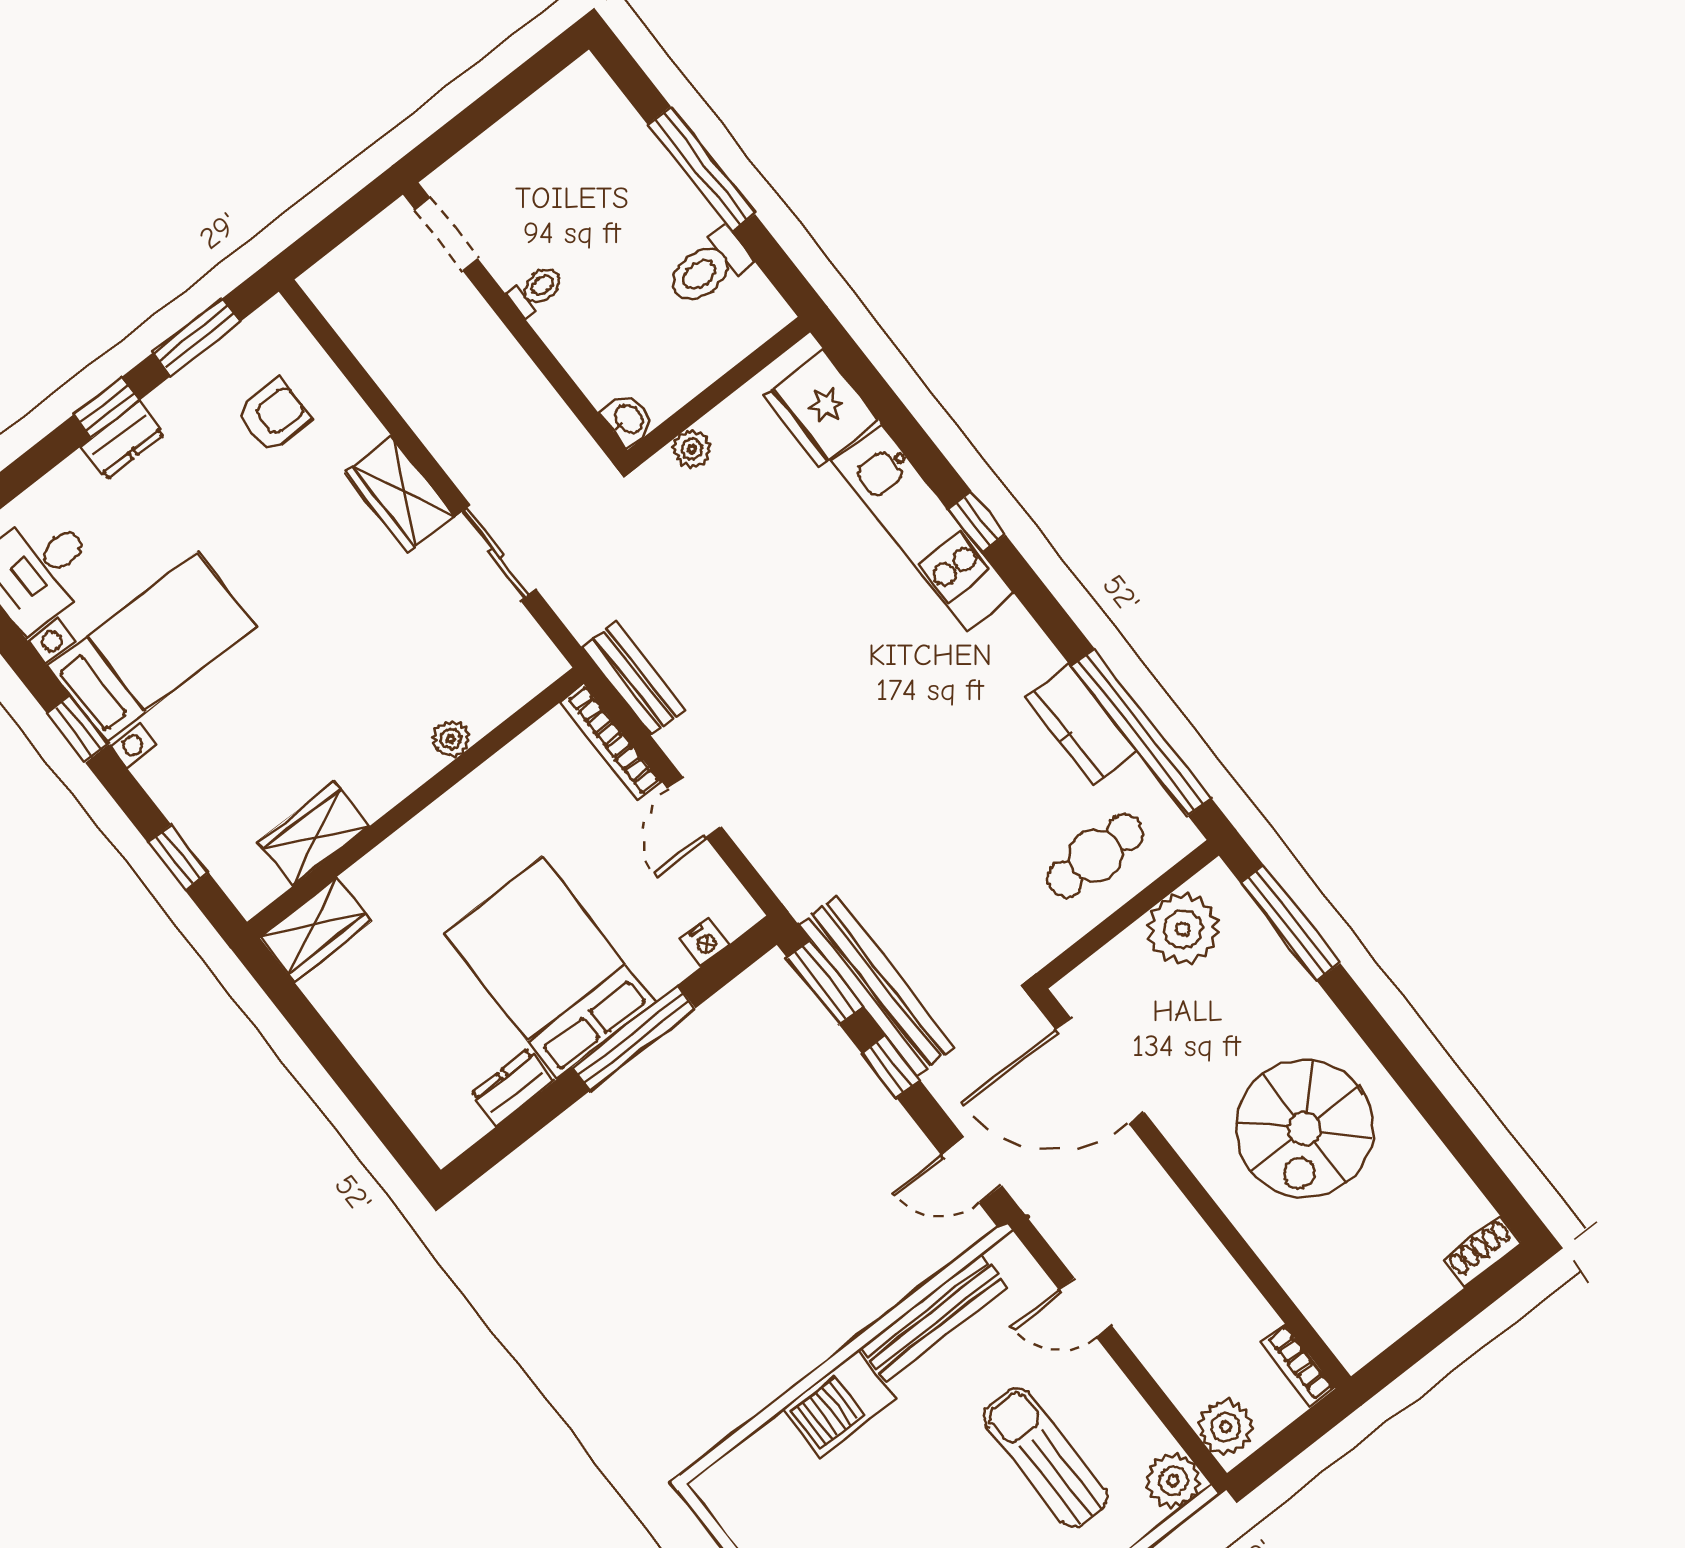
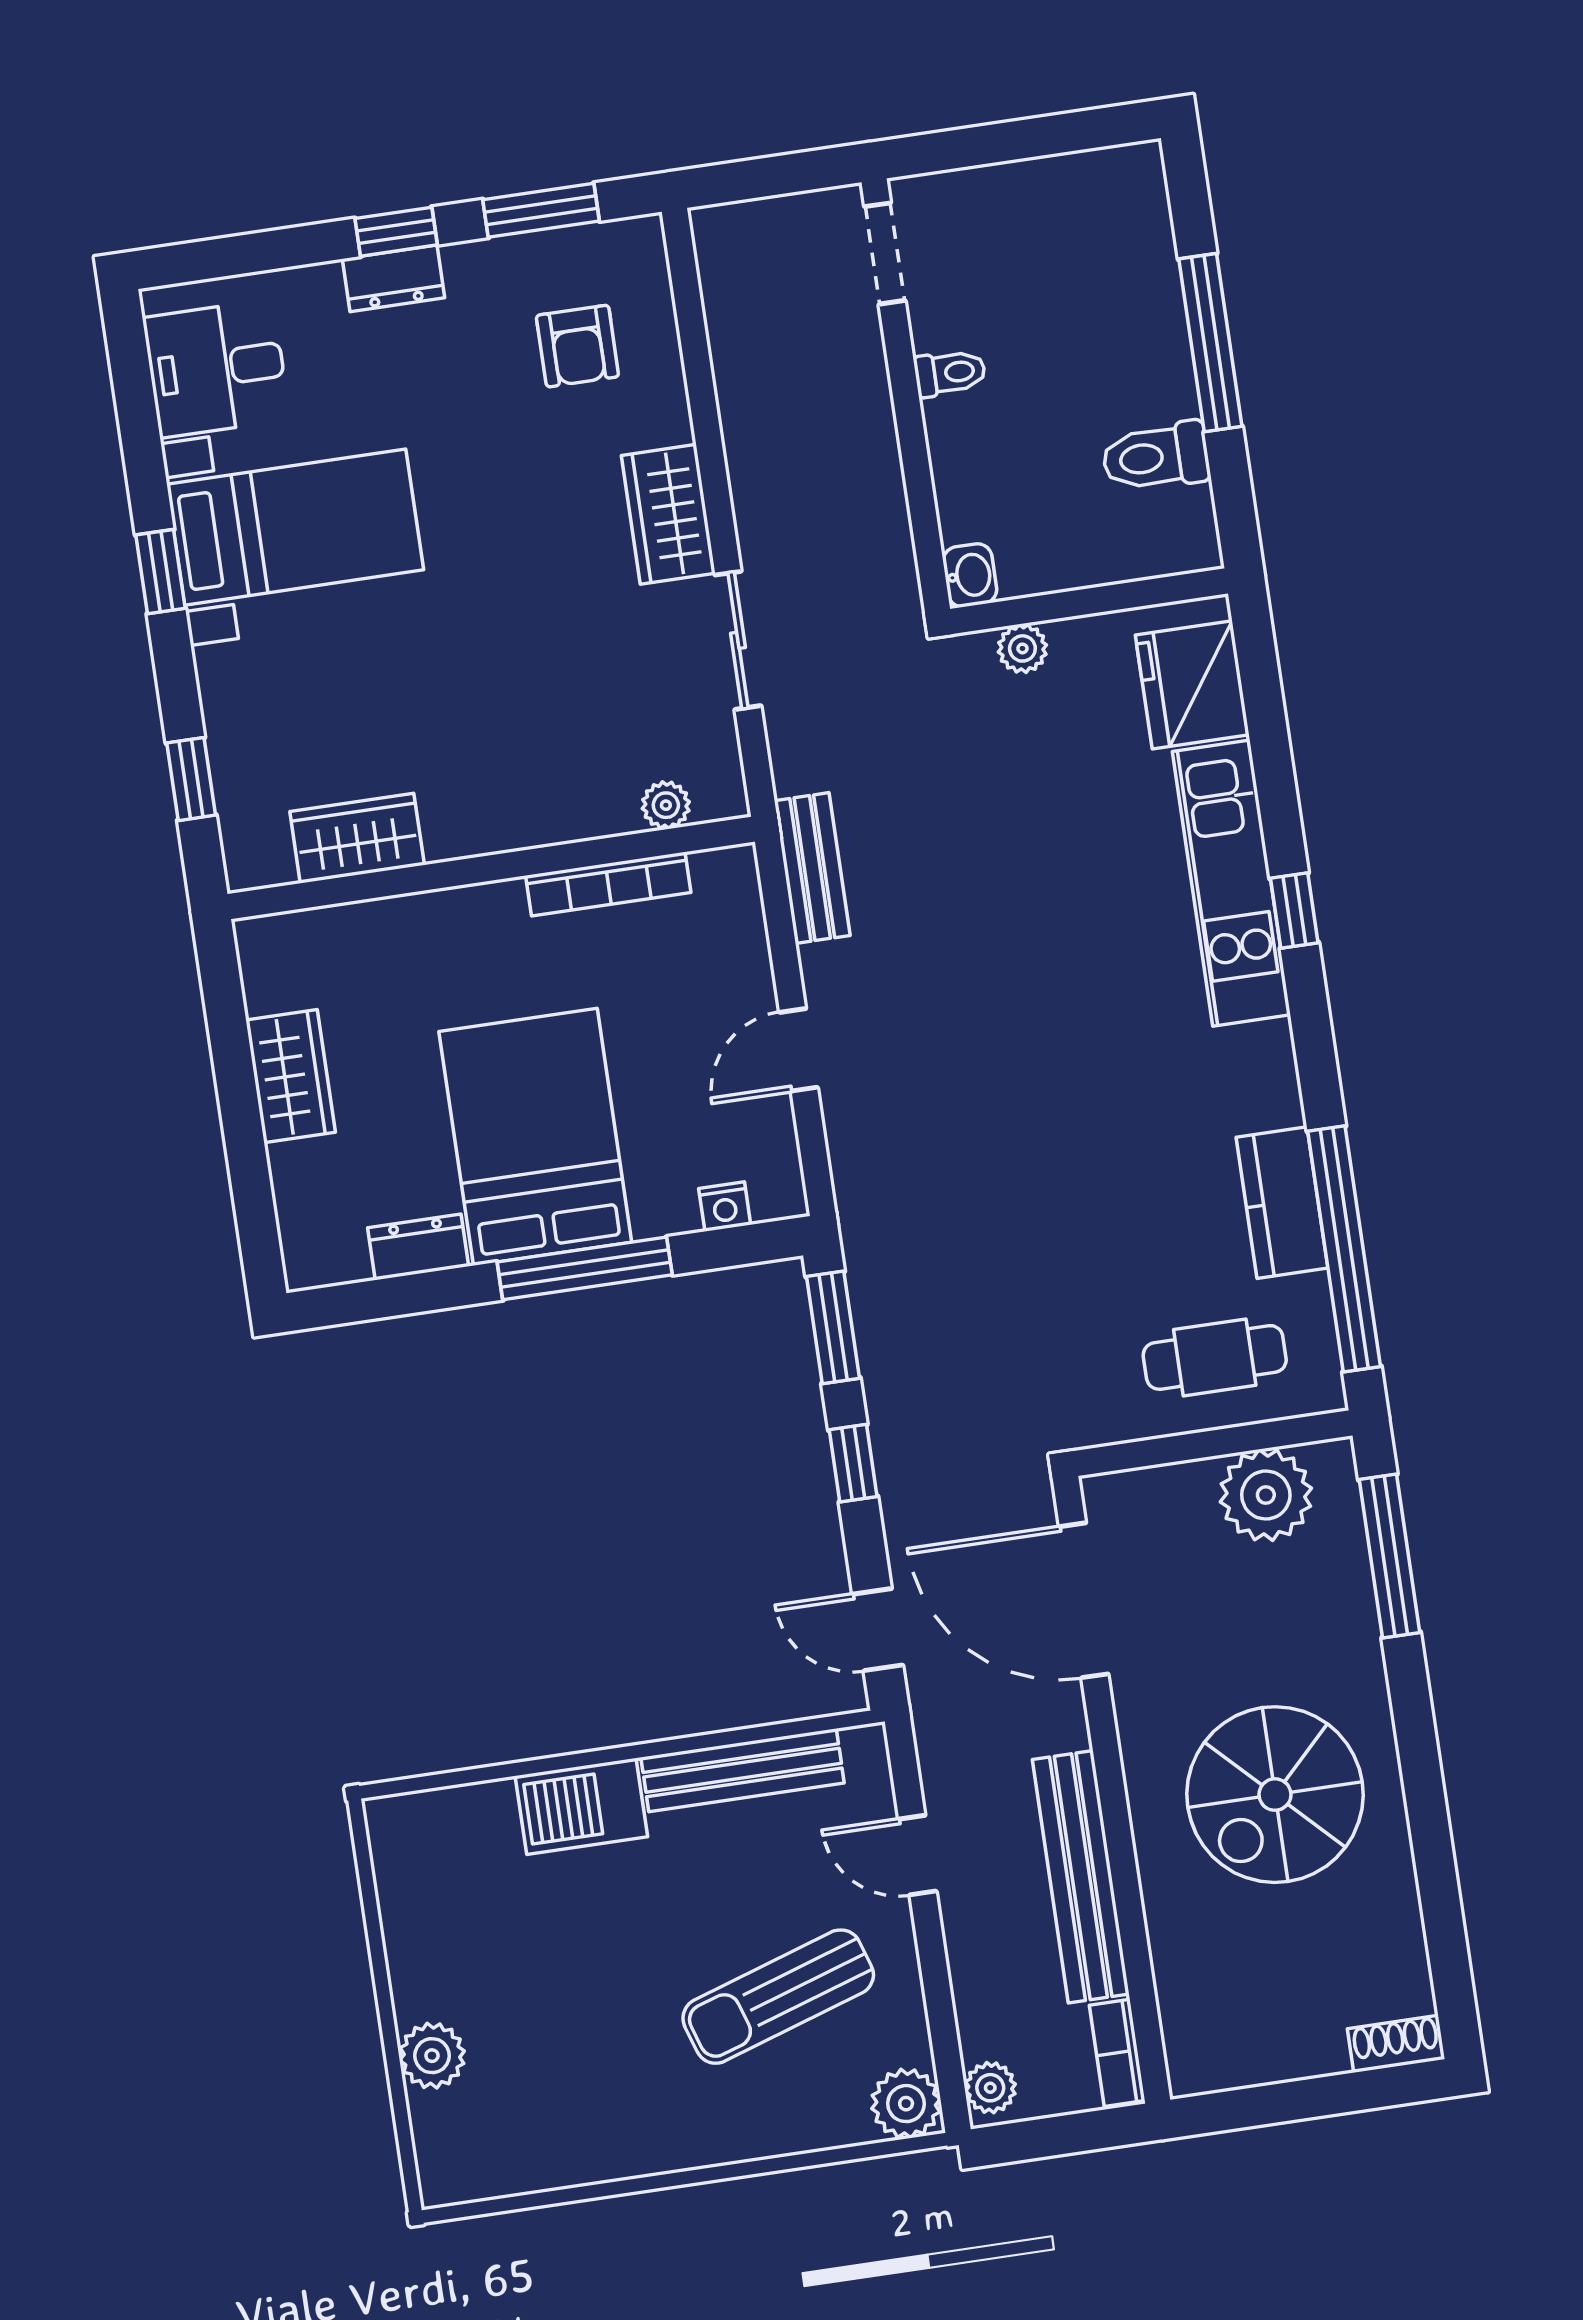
armchair: (273, 415) -> (577, 346), turned 90
plant: (451, 739) -> (666, 805), moved
bookcase: (611, 742) -> (608, 884), moved, turned -90
wardrobe: (315, 929) -> (291, 1076), moved, turned -90
bench: (876, 986) -> (1081, 1877), moved
plant: (1226, 1427) -> (990, 2088), width x0.73, depth x0.73
sun lounger: (1045, 1457) -> (778, 1997), turned -108

